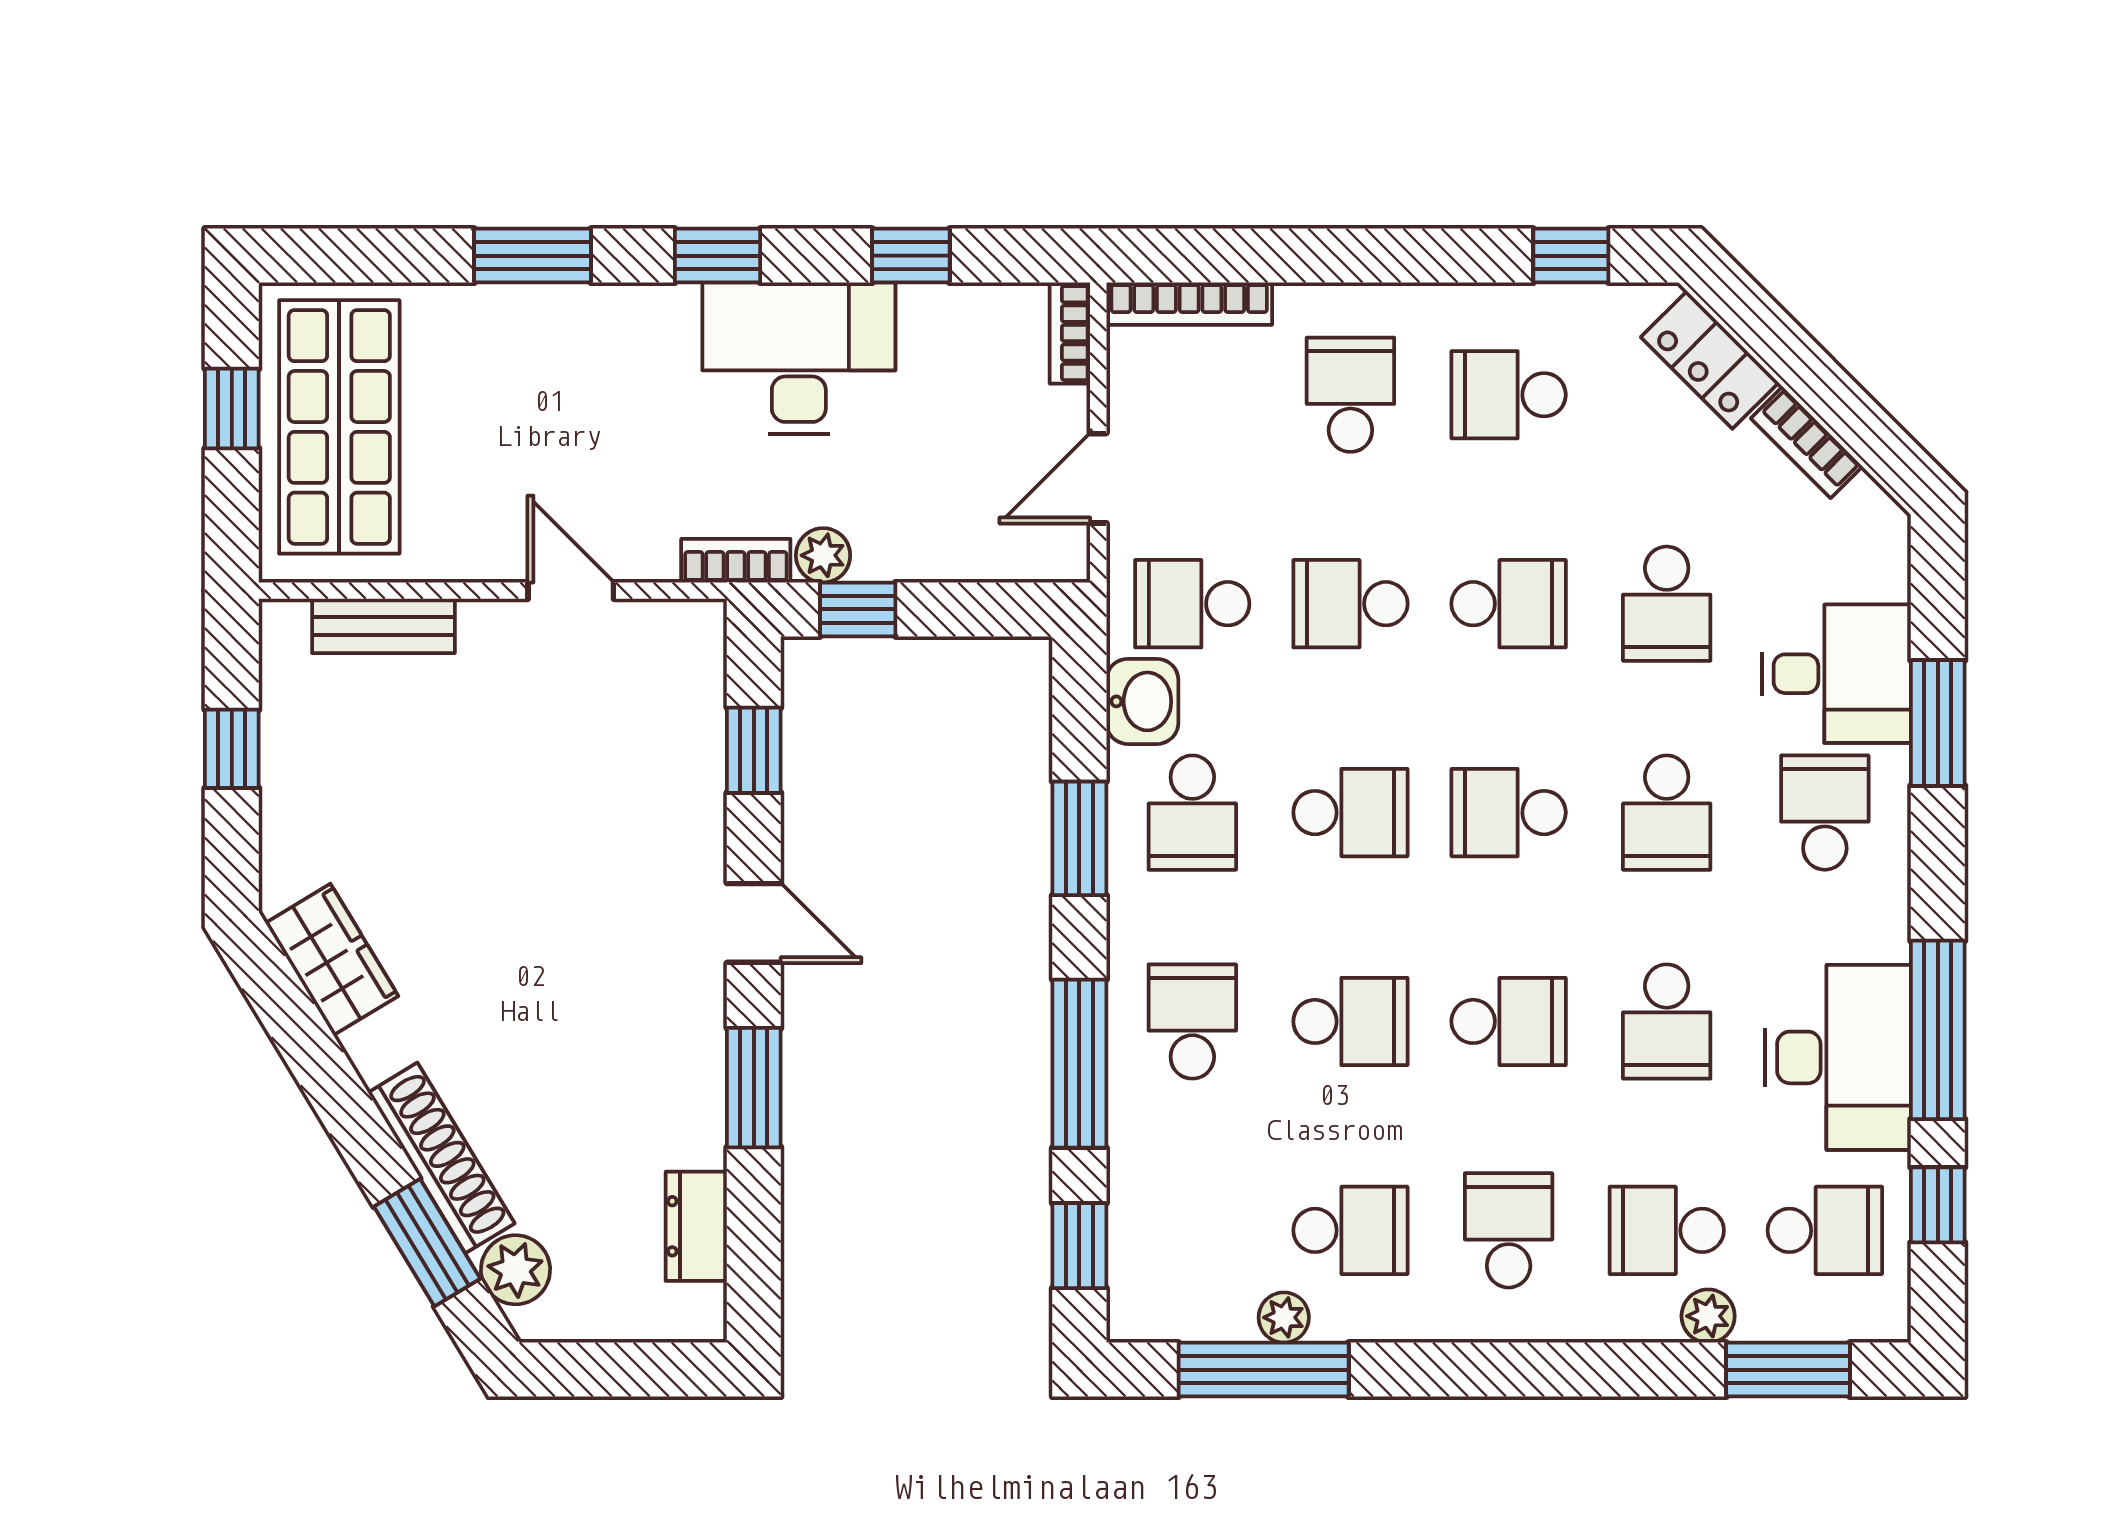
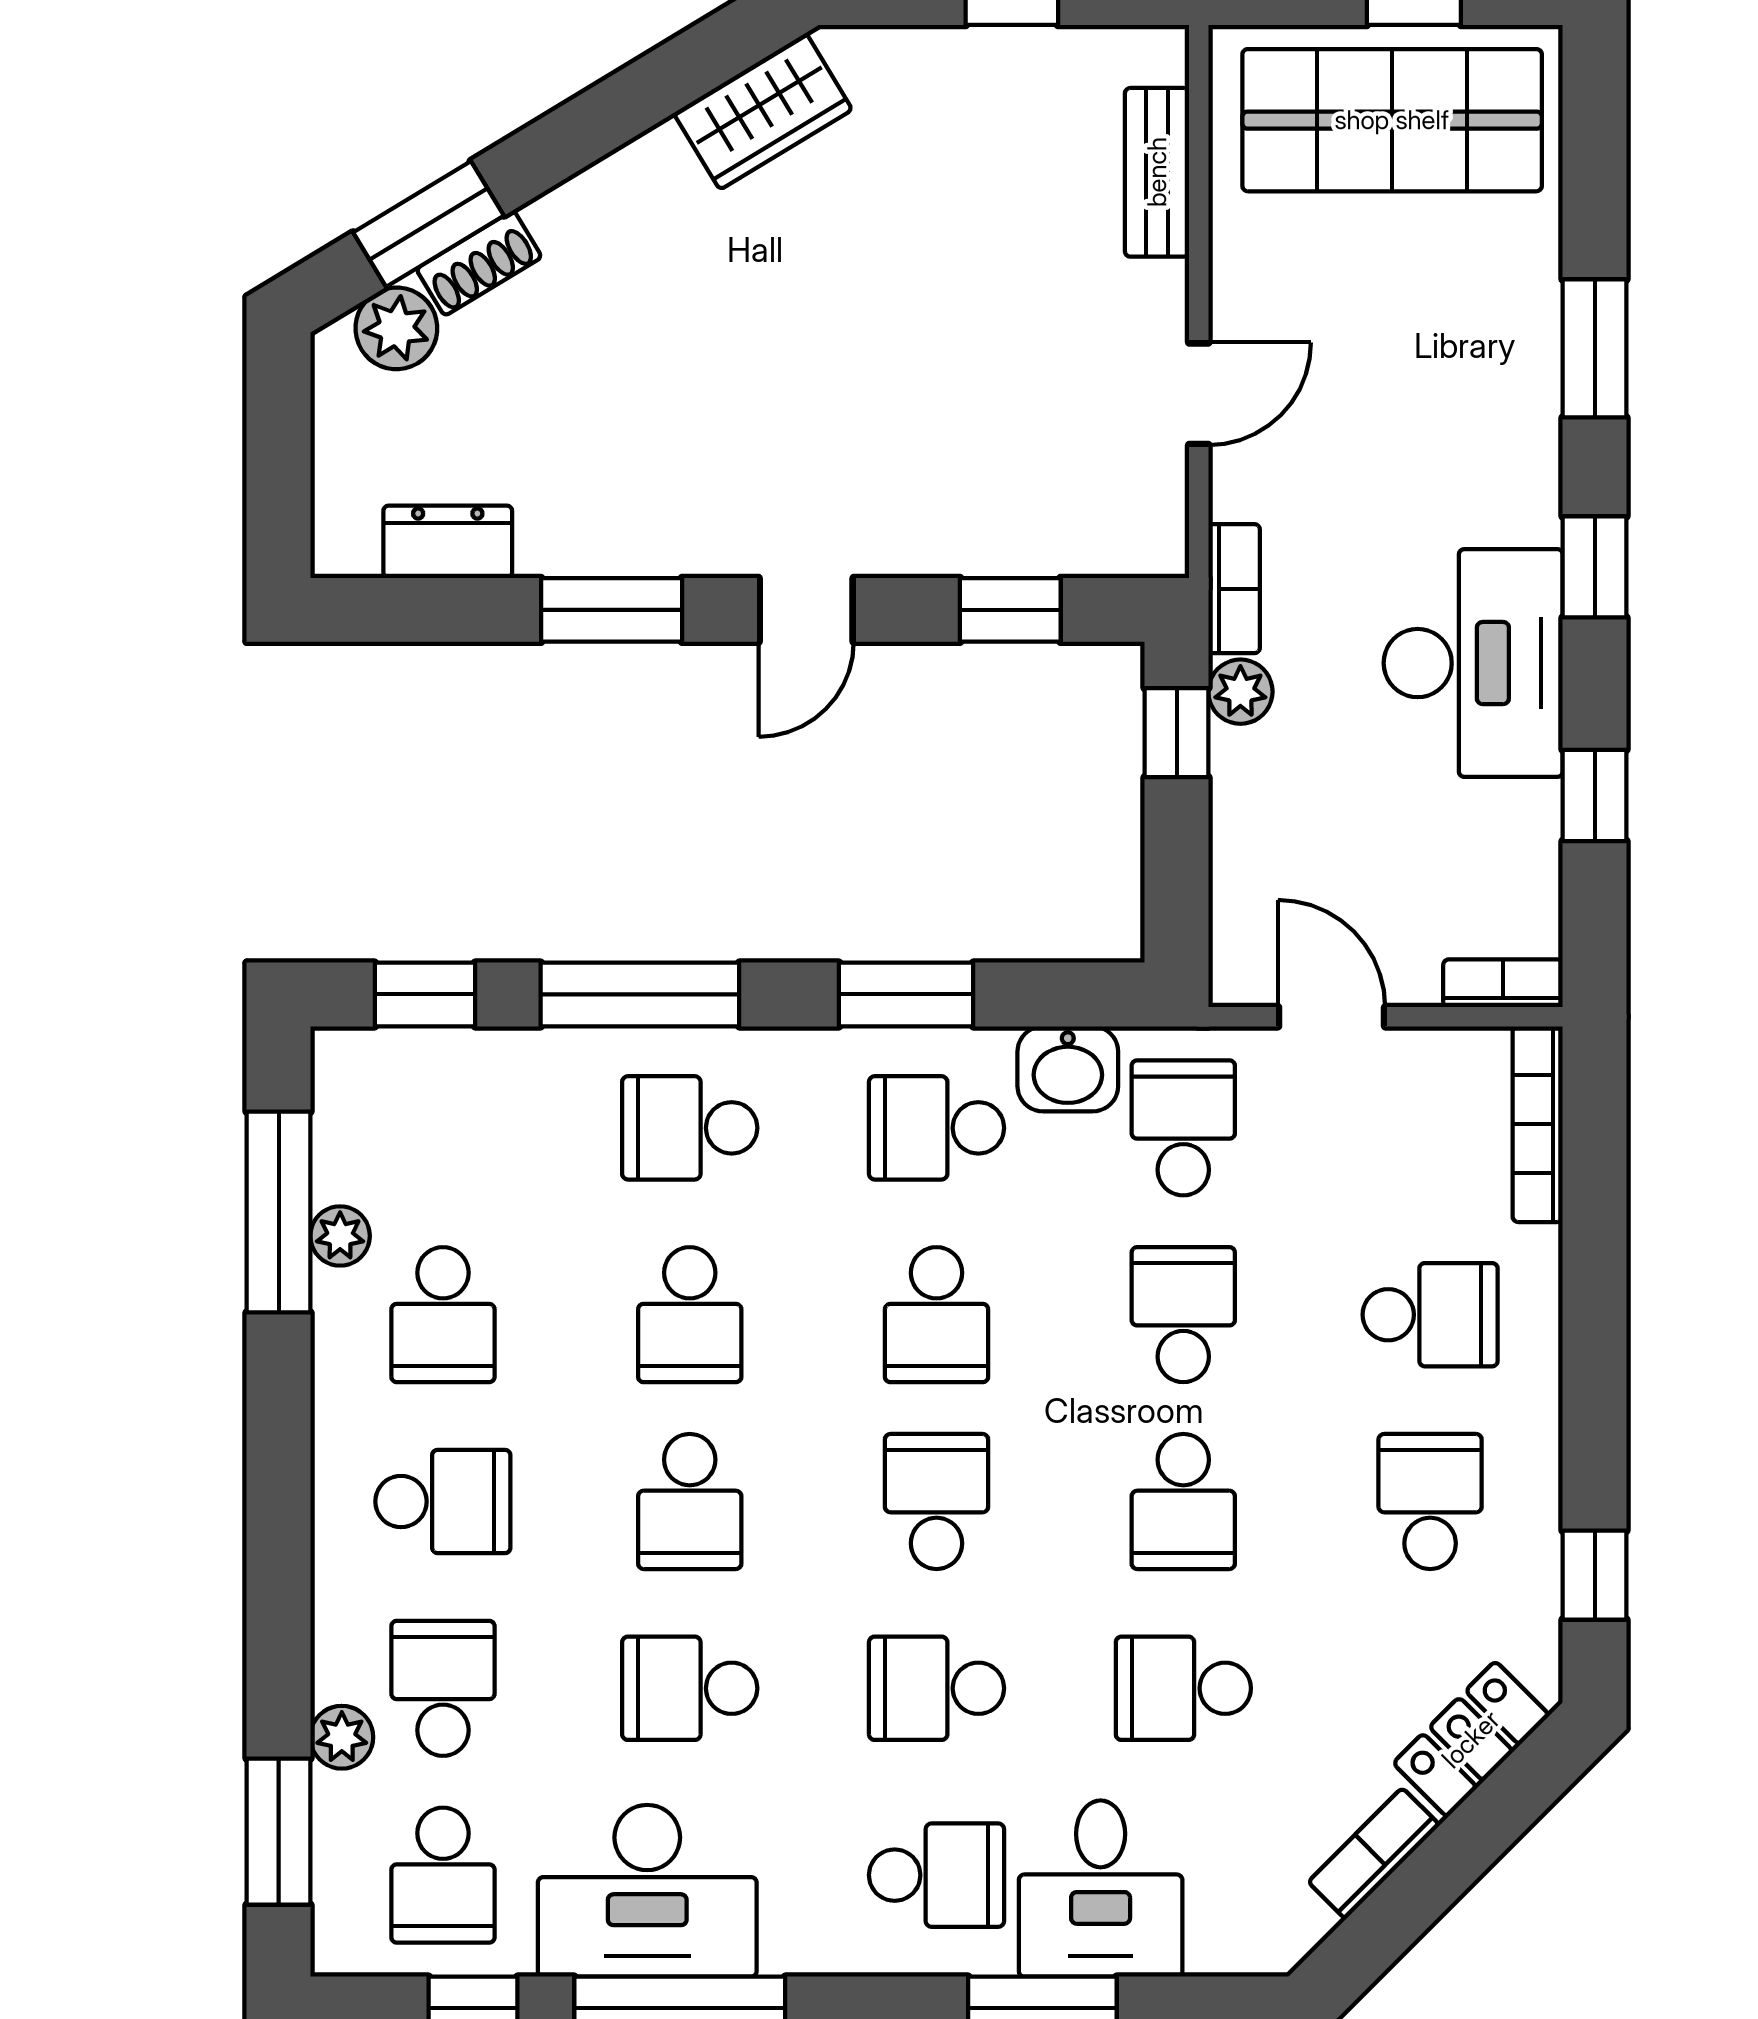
school desk: (1192, 1021) -> (690, 1128), turned 180
shoe rack: (441, 1158) -> (479, 263), width x0.51, depth x0.81

